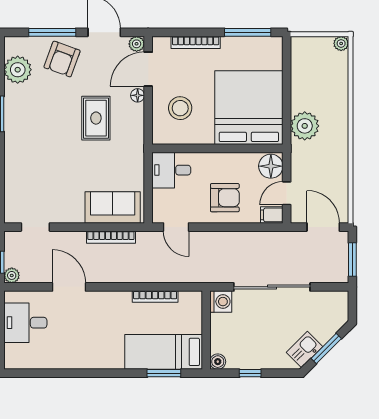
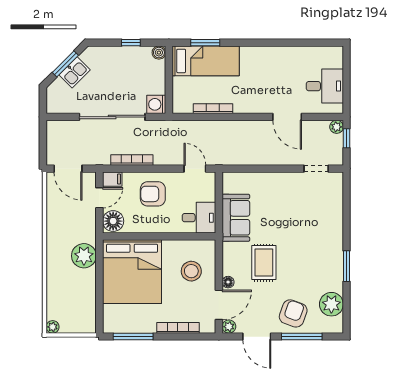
sofa: (113, 207) -> (236, 218), moved, turned -90
bookcase: (111, 237) -> (132, 160), moved
window: (352, 260) -> (43, 141), removed
kitchen sink: (305, 350) -> (75, 72), moved

